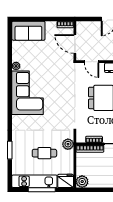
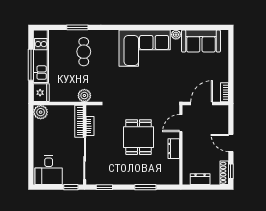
sofa: (28, 31) -> (201, 41), moved, turned -90
cafe table: (44, 153) -> (84, 52), moved

